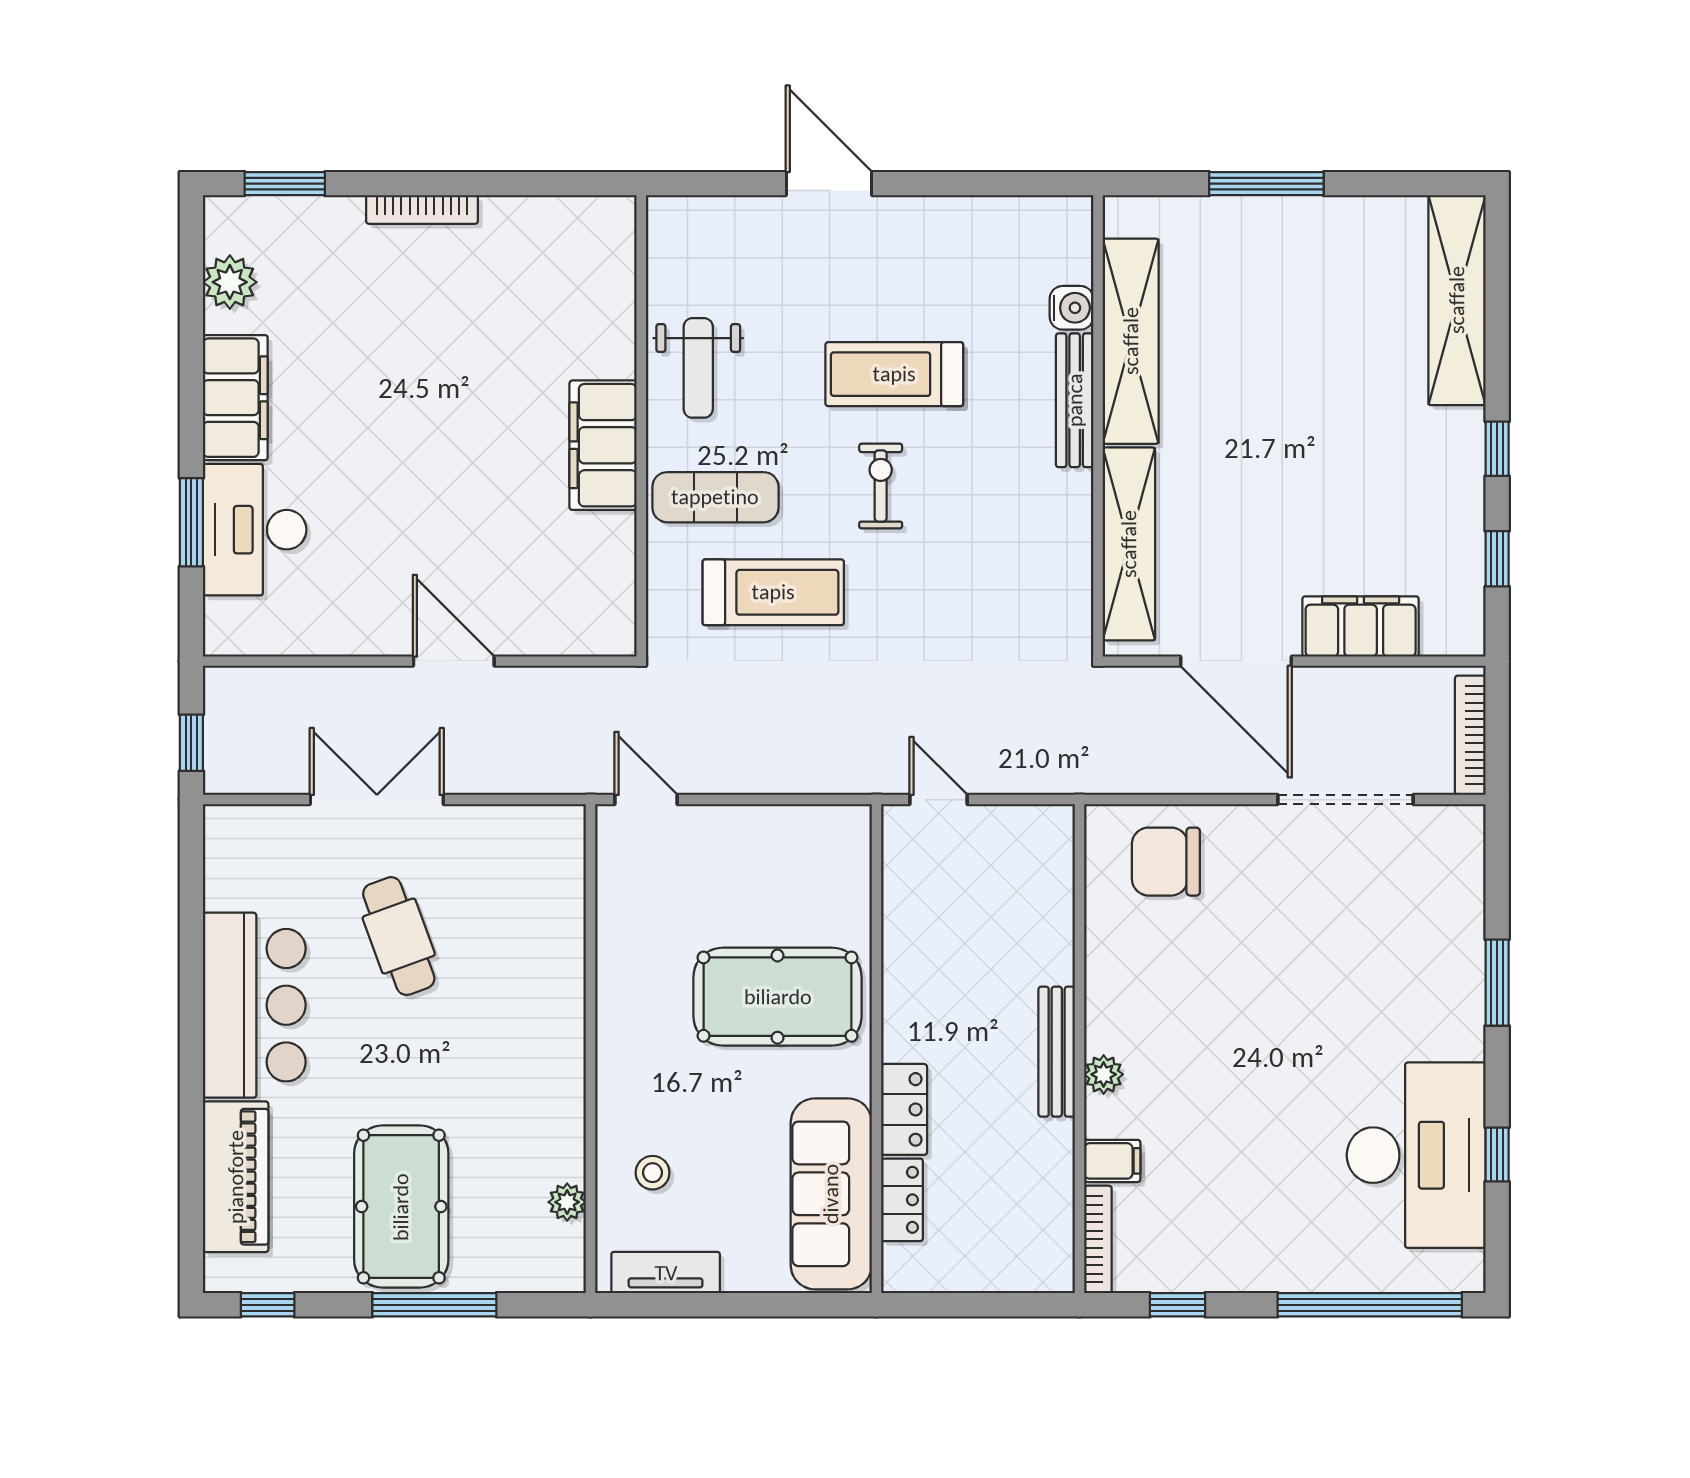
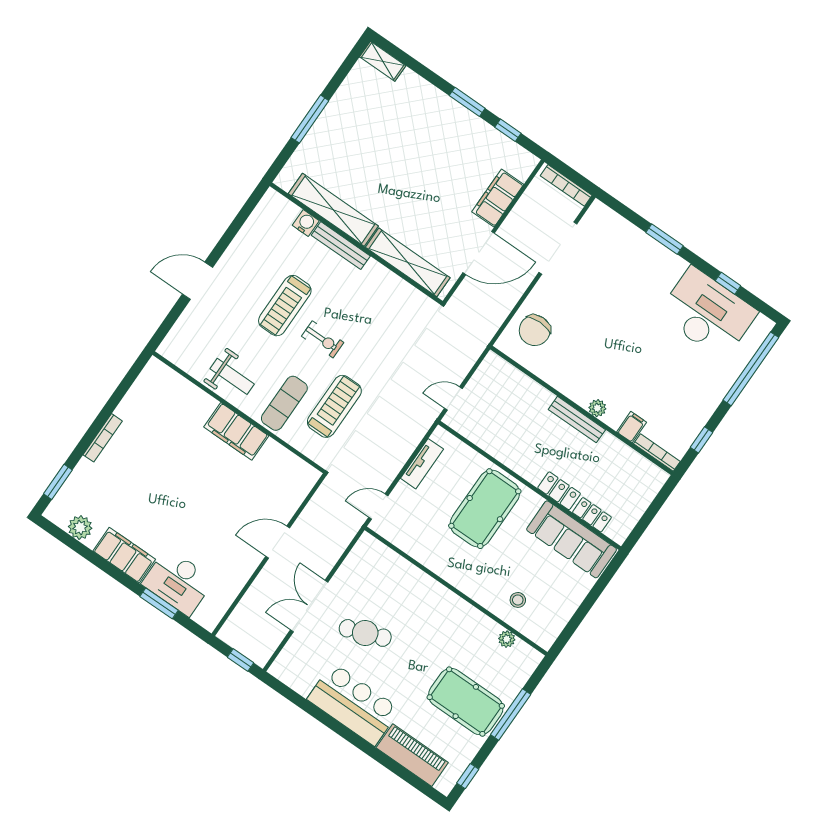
shelving: (1457, 300) -> (383, 61), width x0.45, depth x0.75
window: (1497, 449) -> (467, 102), width x1.50
exercise bike: (881, 486) -> (323, 339), turned 180
tv unit: (666, 1273) -> (422, 464), moved, turned 180

